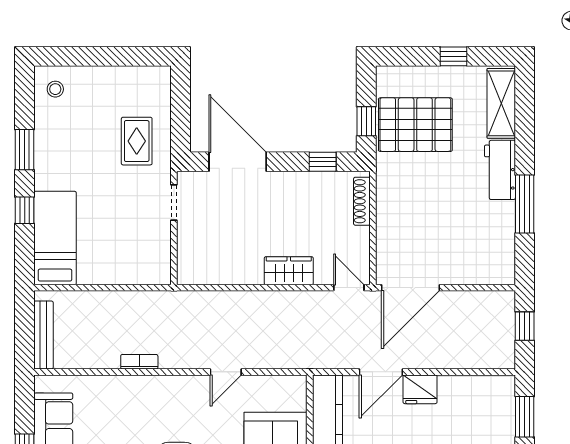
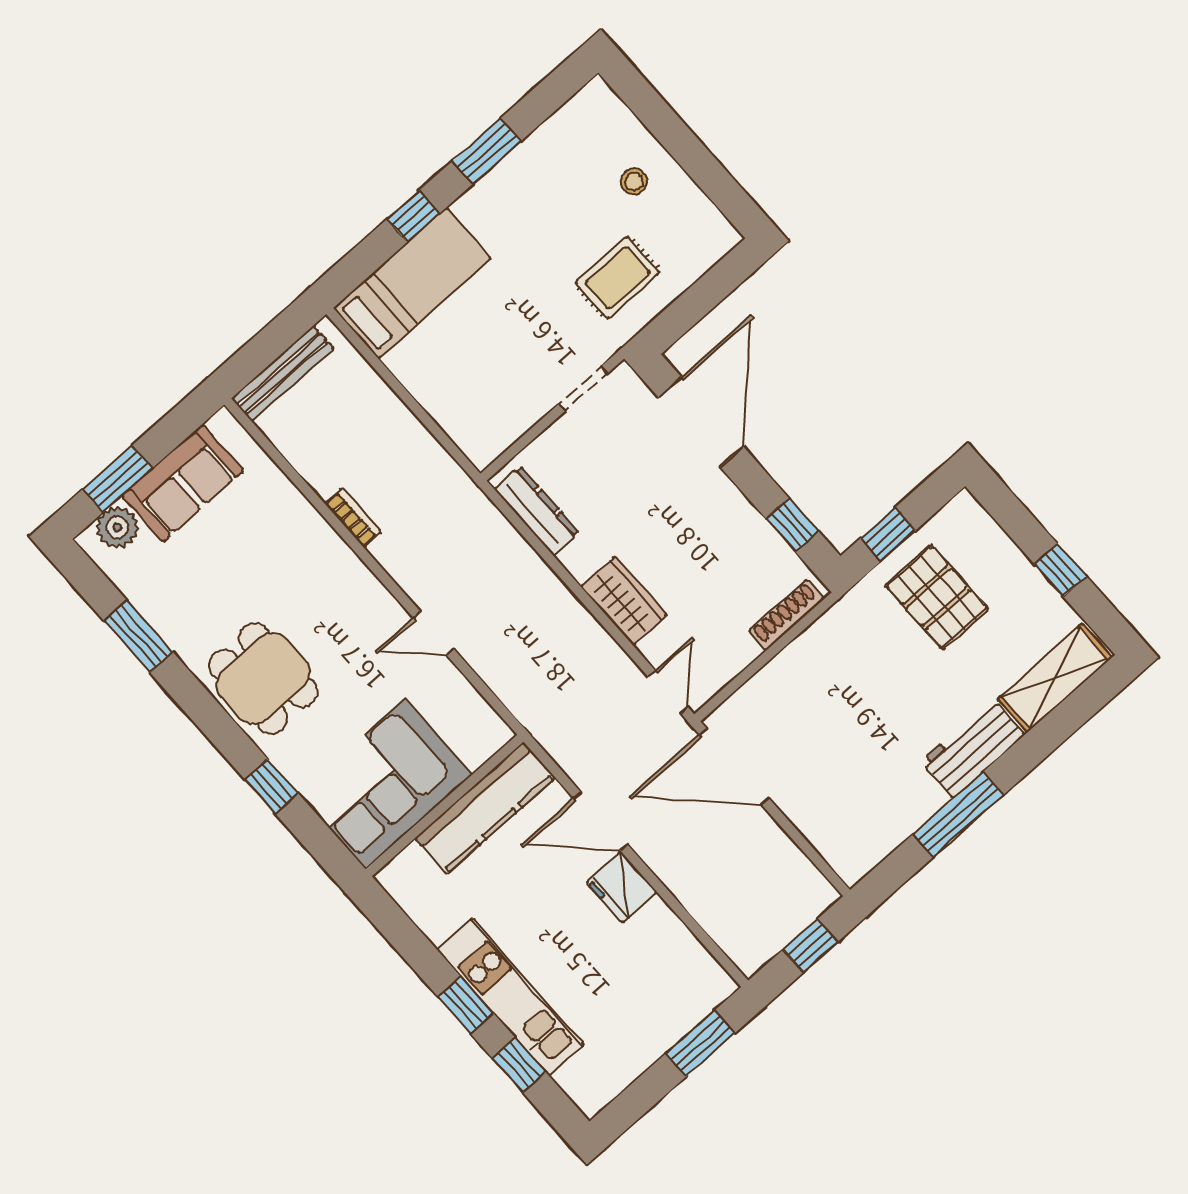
stool: (55, 89) -> (634, 182), moved
pallet: (415, 125) -> (937, 597), width x0.73, depth x0.71
dresser: (211, 274) -> (537, 511), added

